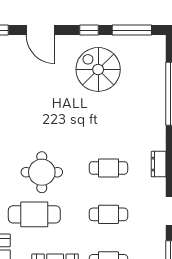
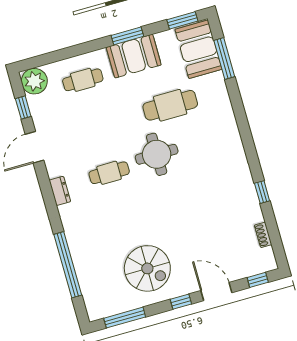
window: (89, 30) -> (181, 302), moved
round table: (42, 172) -> (157, 154), moved
cafe table: (108, 214) -> (96, 126), removed

